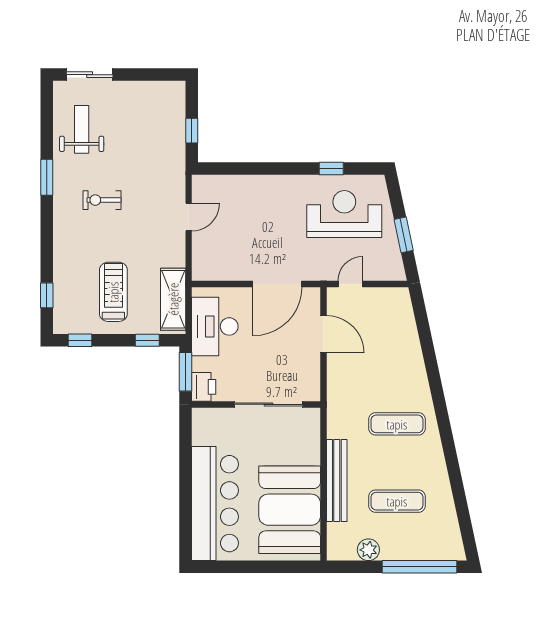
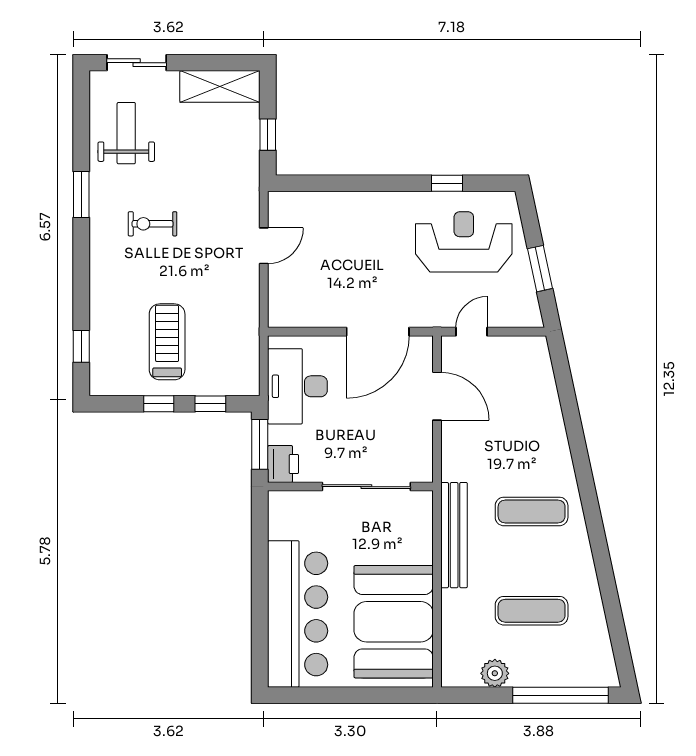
shelving: (173, 299) -> (220, 86), moved, turned 90
window: (80, 340) -> (159, 404), moved
bench: (337, 480) -> (454, 535), moved

